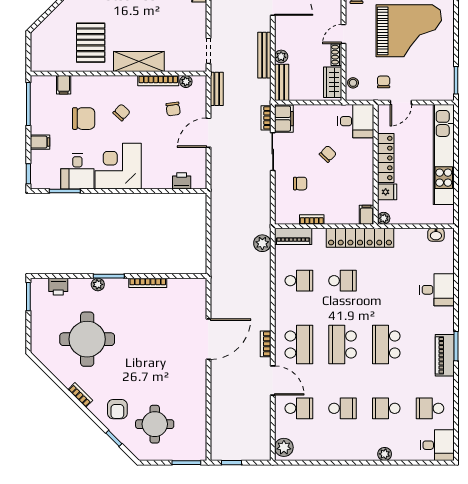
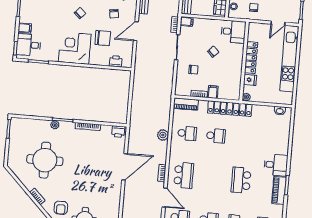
door: (401, 103) -> (278, 23), moved
chair: (84, 119) -> (103, 38), moved
filing cabinet: (284, 119) -> (187, 22), width x0.50
desk: (77, 171) -> (29, 45), moved, turned 90
filing cabinet: (367, 215) -> (213, 92), moved
plant: (262, 243) -> (163, 135), moved
printer: (58, 287) -> (118, 132), moved
desk: (437, 290) -> (276, 165), moved
school desk: (343, 344) -> (212, 178), removed

